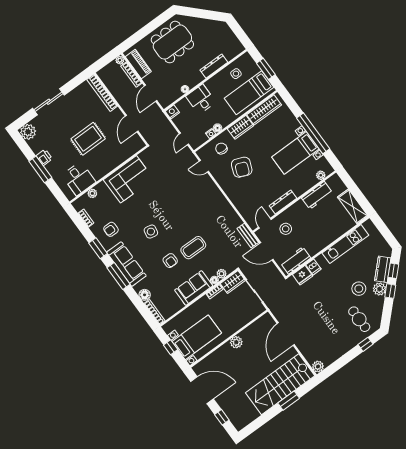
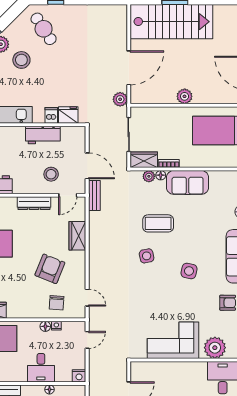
wardrobe: (240, 127) -> (77, 236), moved, turned -90
plant: (92, 193) -> (215, 348), width x1.88, depth x1.88
side table: (185, 221) -> (147, 256), added
workbench: (296, 260) -> (43, 135), moved
armchair: (170, 261) -> (191, 227), removed
cafe table: (359, 319) -> (44, 29), turned -33
plant: (318, 367) -> (120, 99), moved

